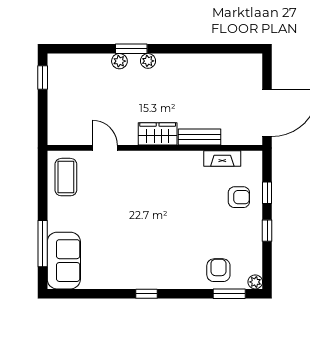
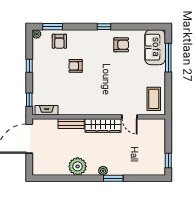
plant: (119, 61) -> (78, 166), moved, width x1.87, depth x1.87
wardrobe: (158, 134) -> (103, 126), width x1.50
fireplace: (222, 159) -> (47, 110), moved
window: (267, 193) -> (29, 100), moved
armchair: (239, 197) -> (76, 66), moved
armchair: (119, 265) -> (121, 45), added

